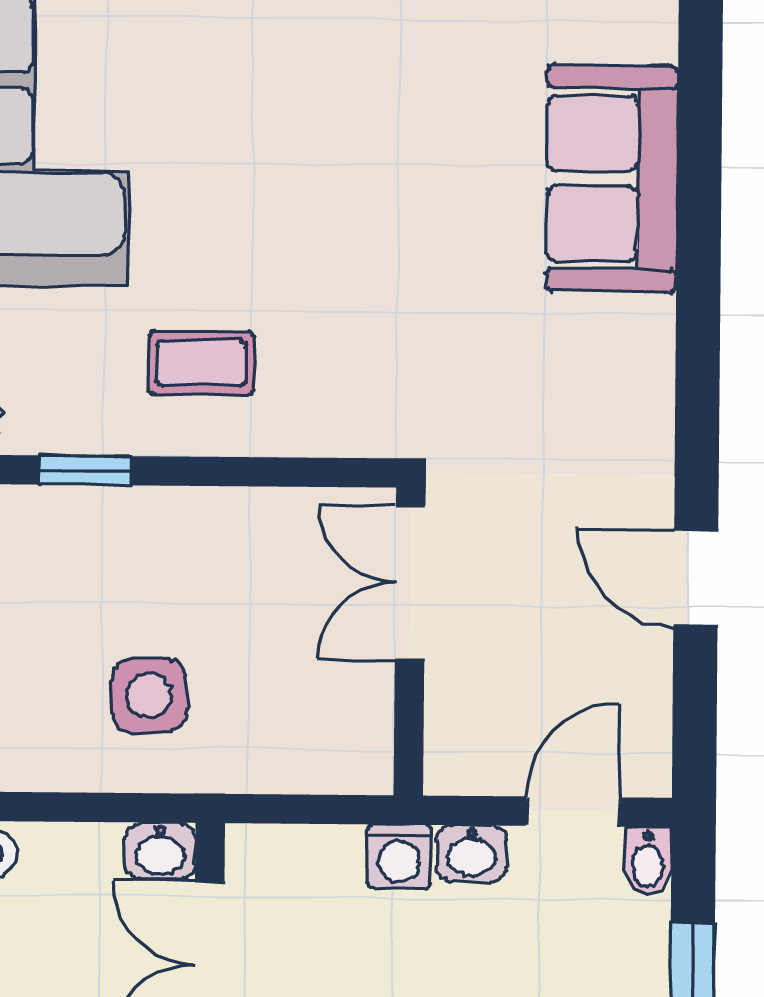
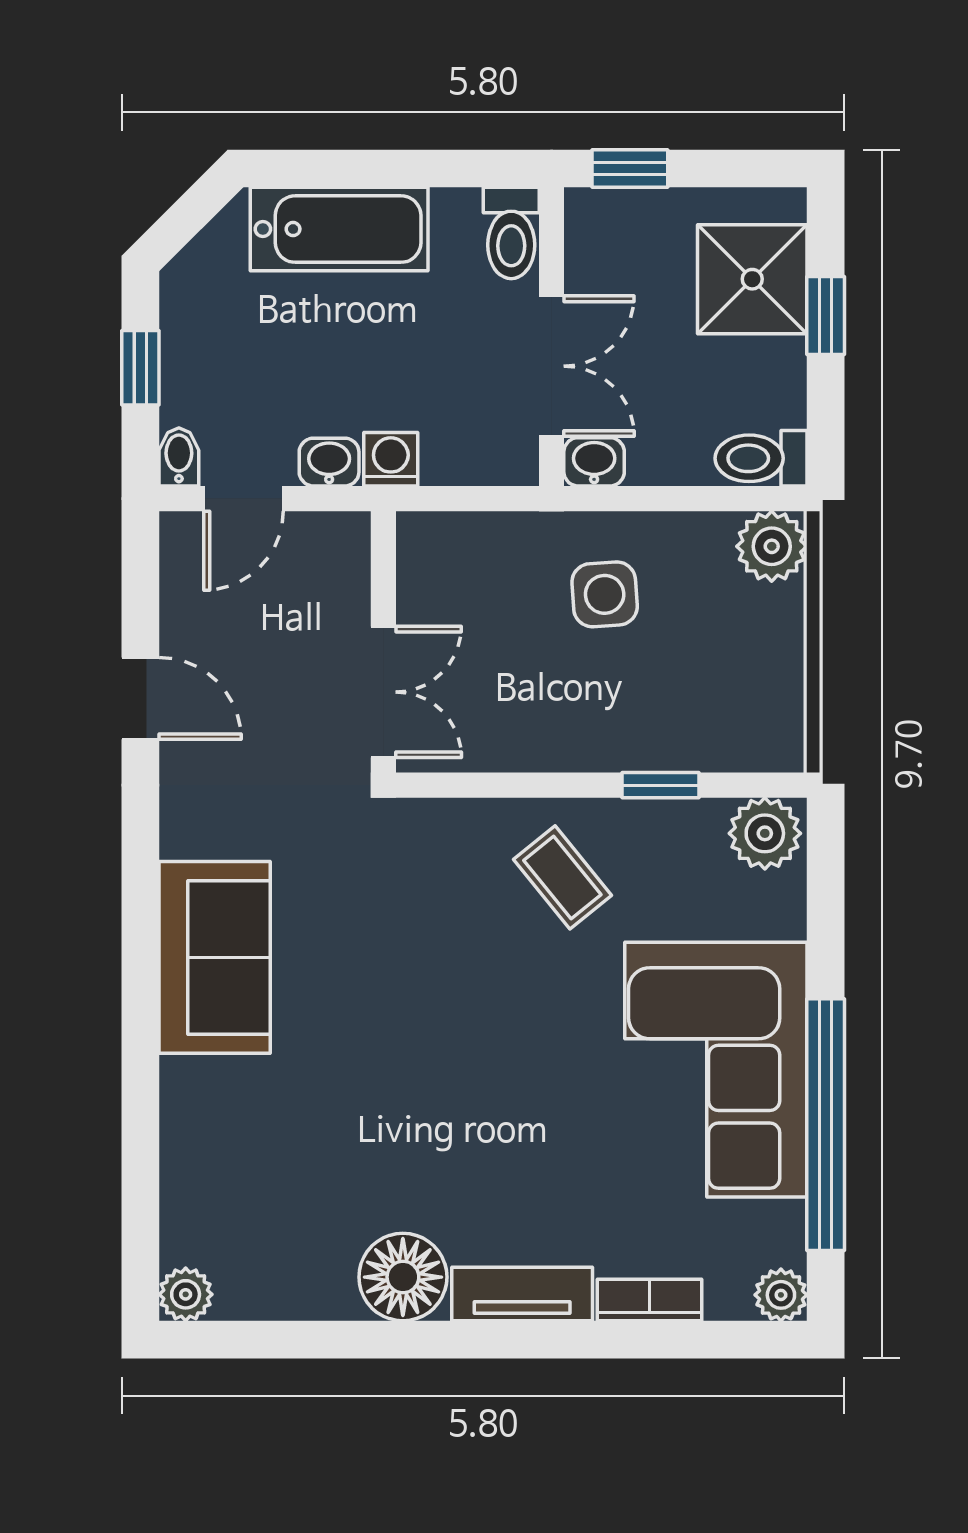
sofa: (612, 179) -> (215, 957), moved
coffee table: (201, 363) -> (562, 877), turned 51

